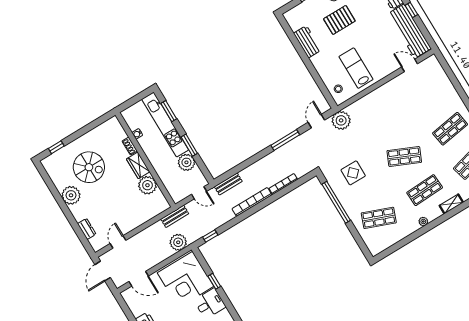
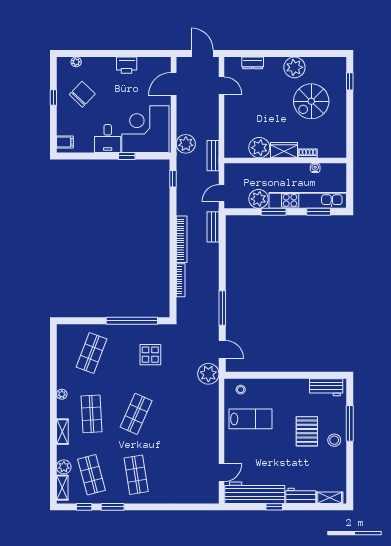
workbench: (307, 42) -> (326, 387), moved

